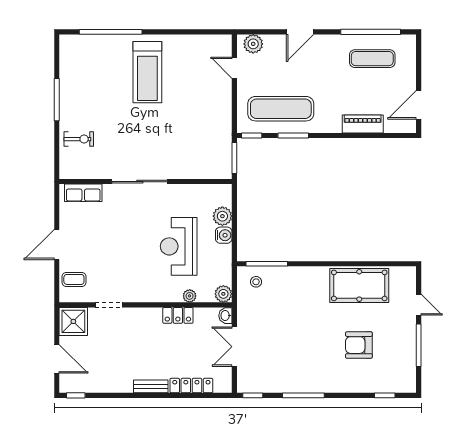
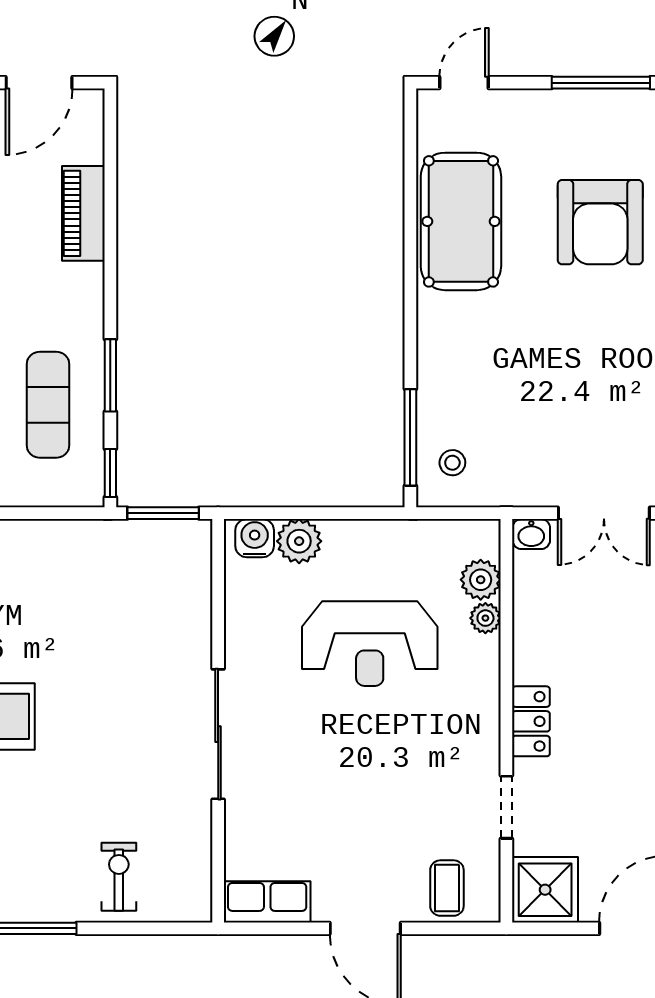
door: (419, 105) -> (39, 83), hinge flipped
exercise mat: (281, 109) -> (48, 405), width x0.73, depth x0.69
row of seats: (83, 193) -> (267, 902), moved, turned -90
water cooler: (224, 235) -> (255, 538), moved
plant: (223, 294) -> (481, 580), moved
door: (419, 305) -> (464, 83), moved
locker: (178, 315) -> (531, 721), moved
armchair: (359, 345) -> (600, 222), width x1.36, depth x1.36

